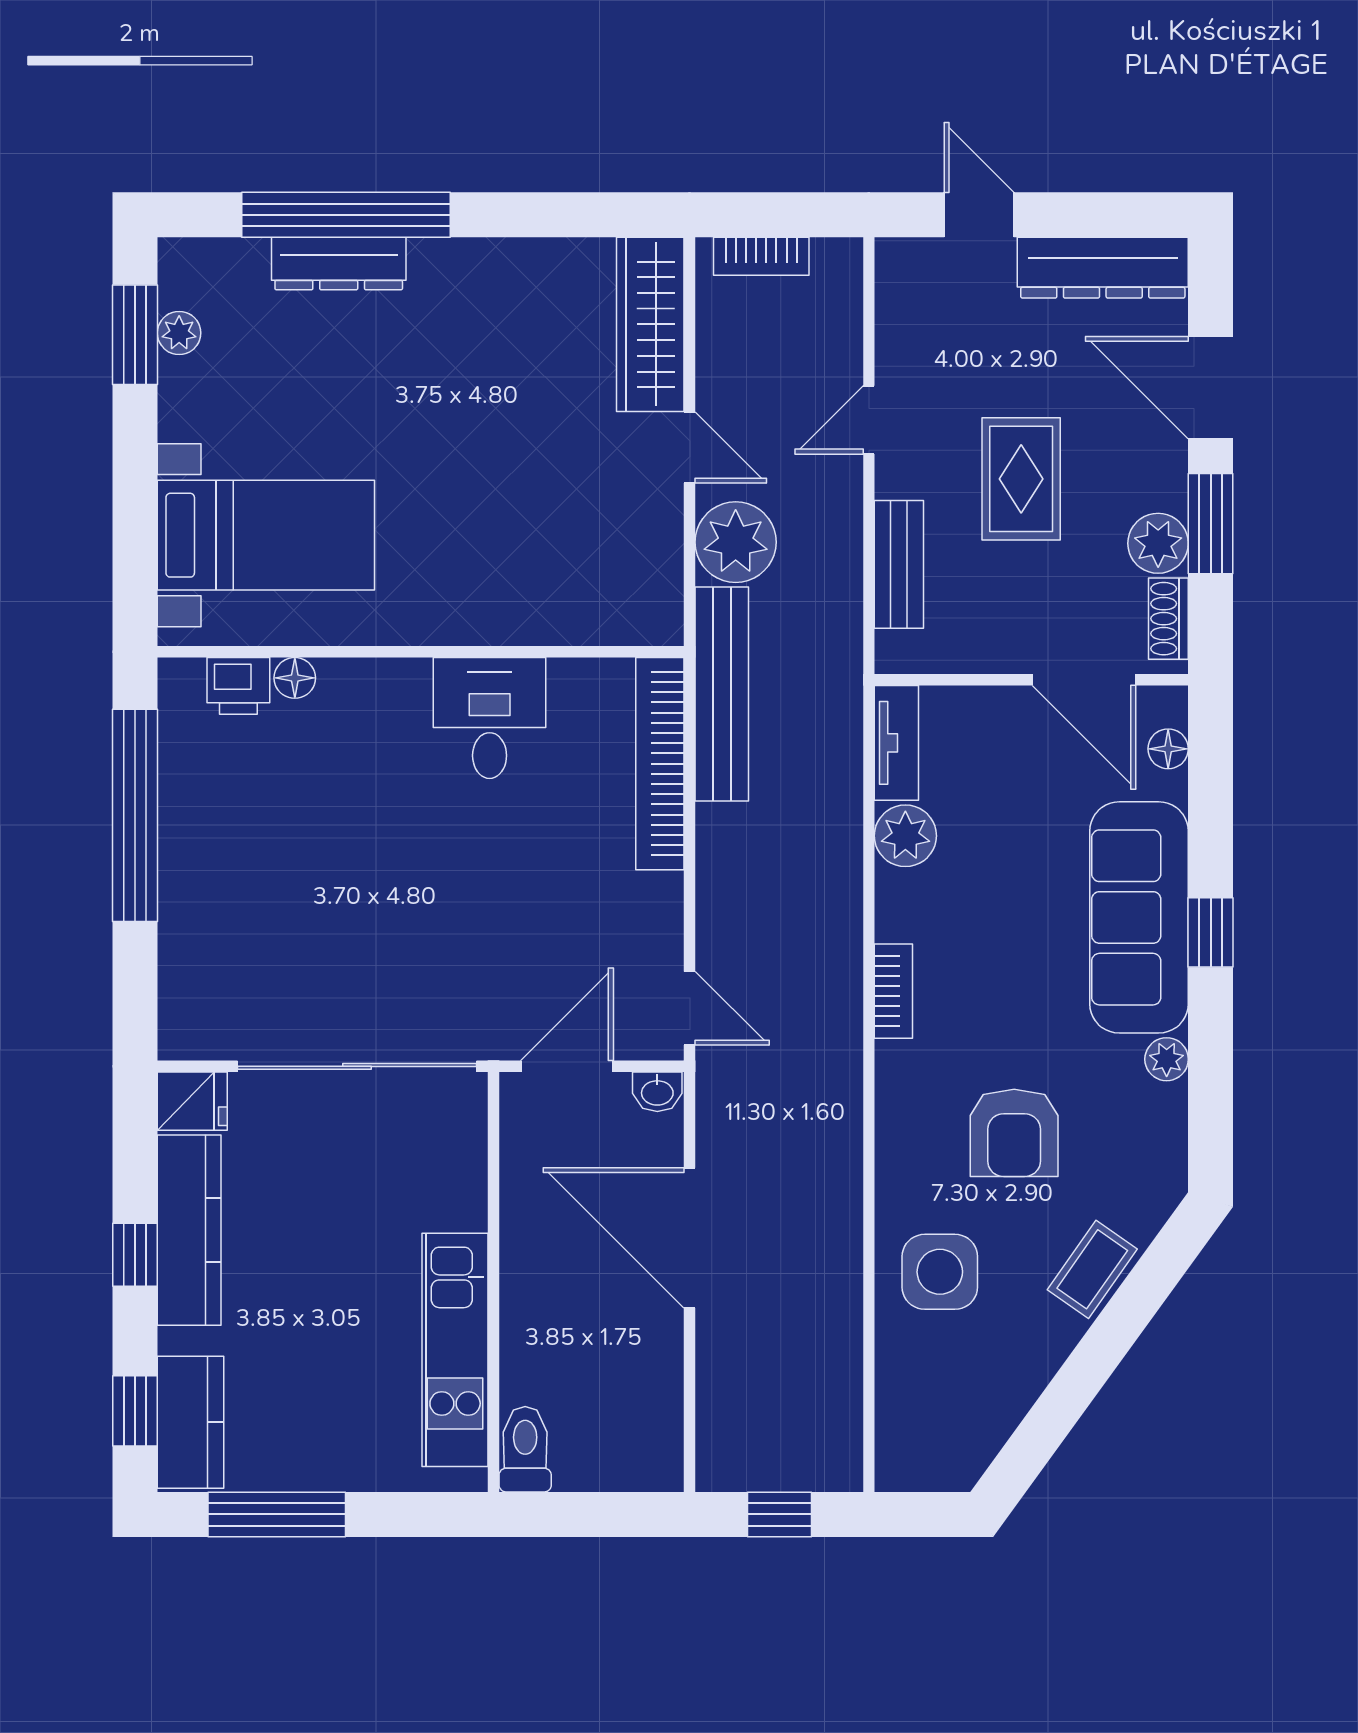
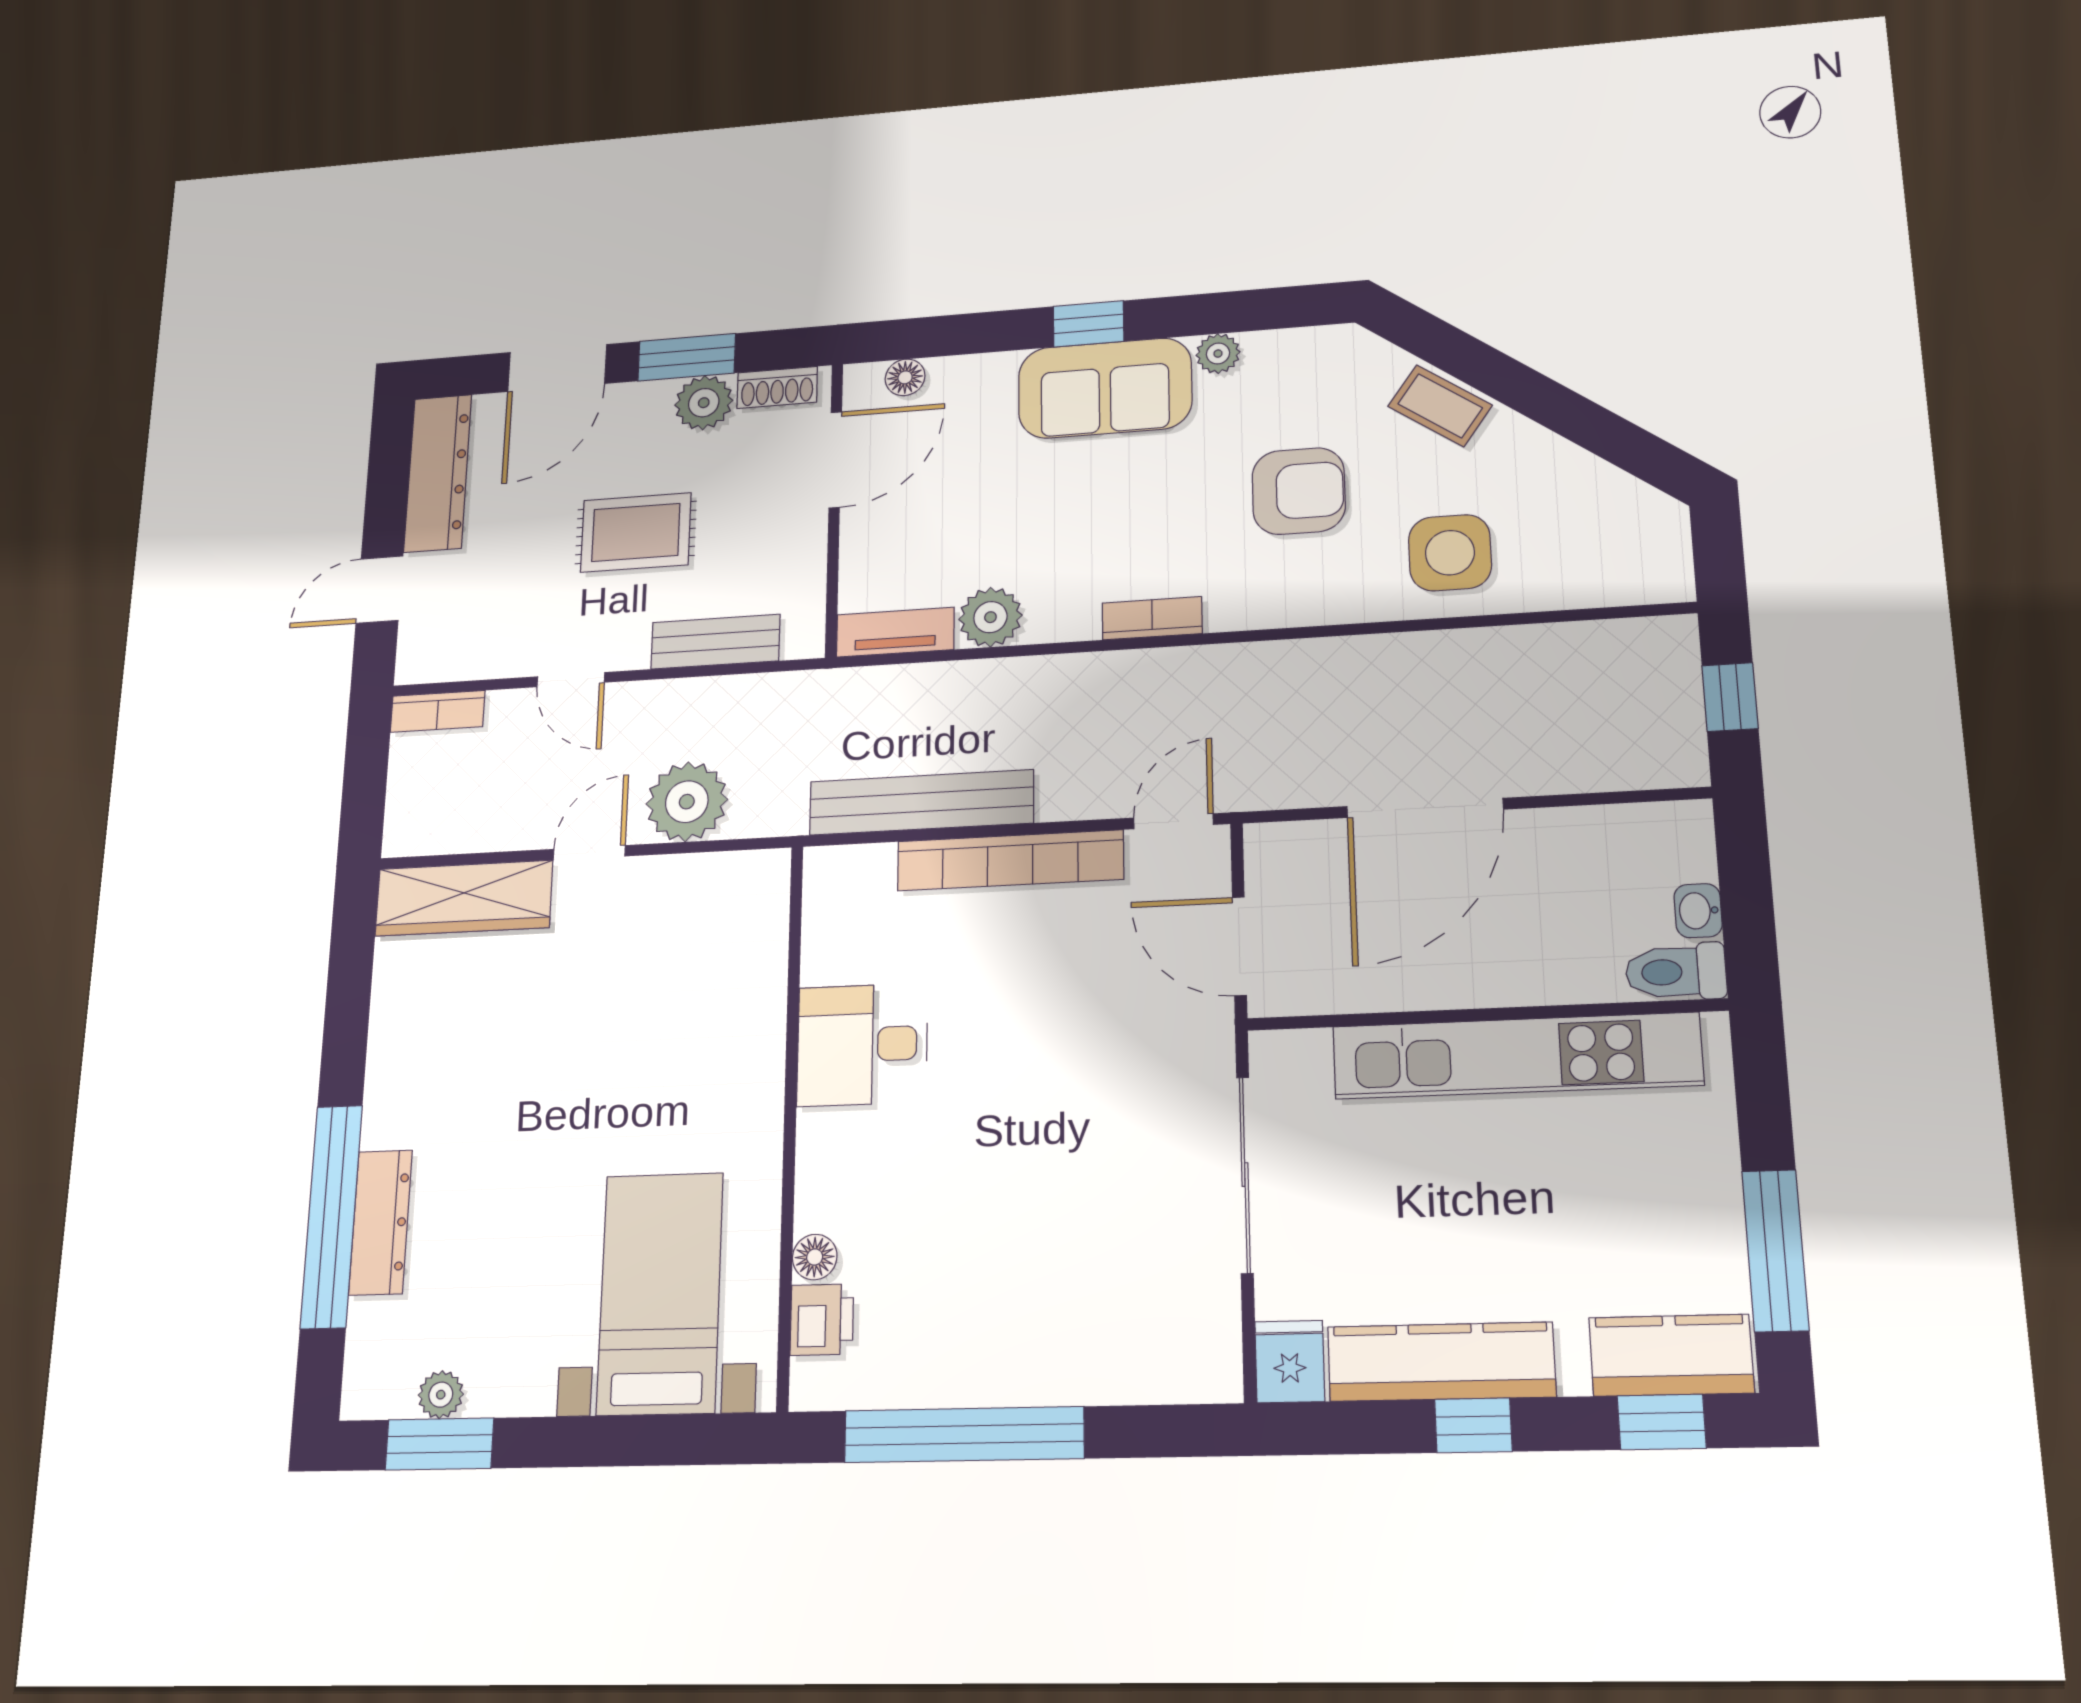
bookcase: (761, 256) -> (438, 711), moved, turned 90
bench: (722, 694) -> (921, 802), moved
bookcase: (660, 764) -> (1010, 860), moved
sofa: (1139, 917) -> (1105, 388), width x0.73
sliding door: (357, 1066) -> (1245, 1175), width x0.73
washbasin: (657, 1092) -> (1698, 911), moved, turned 180
kitchen unit: (455, 1350) -> (1516, 1056), width x1.36

